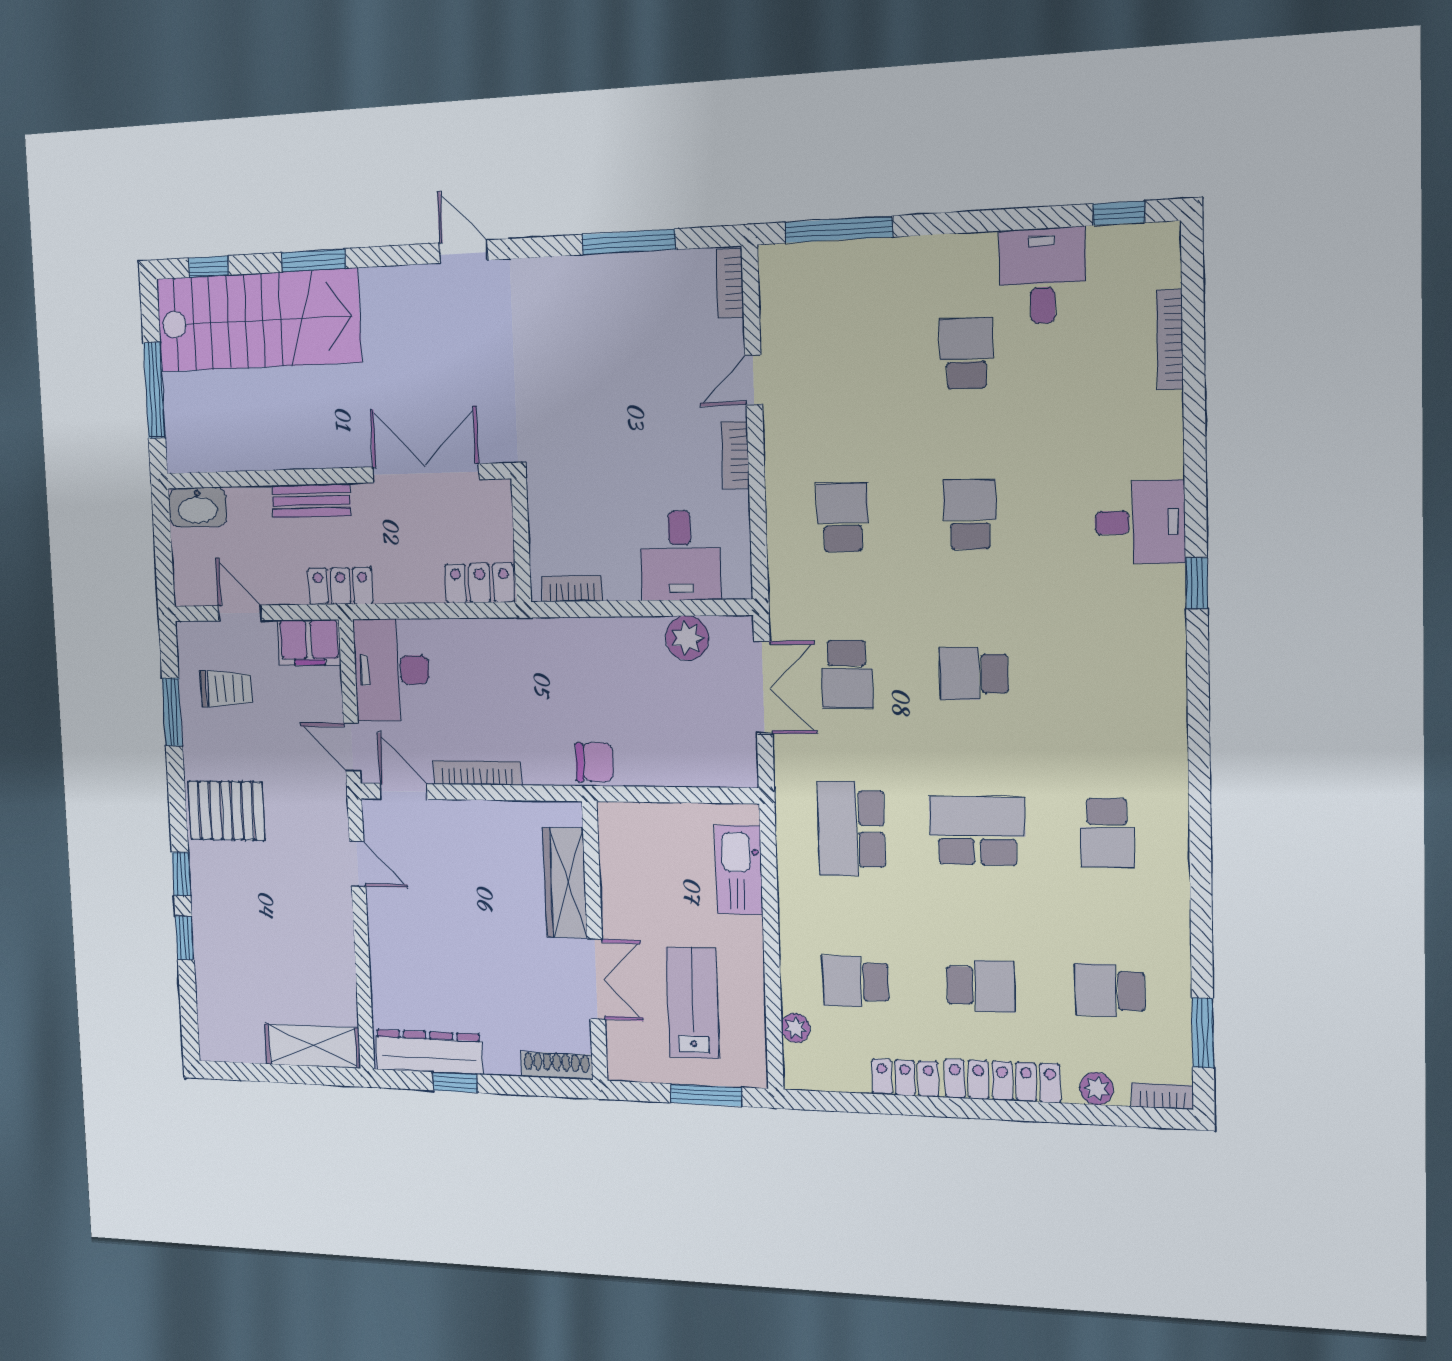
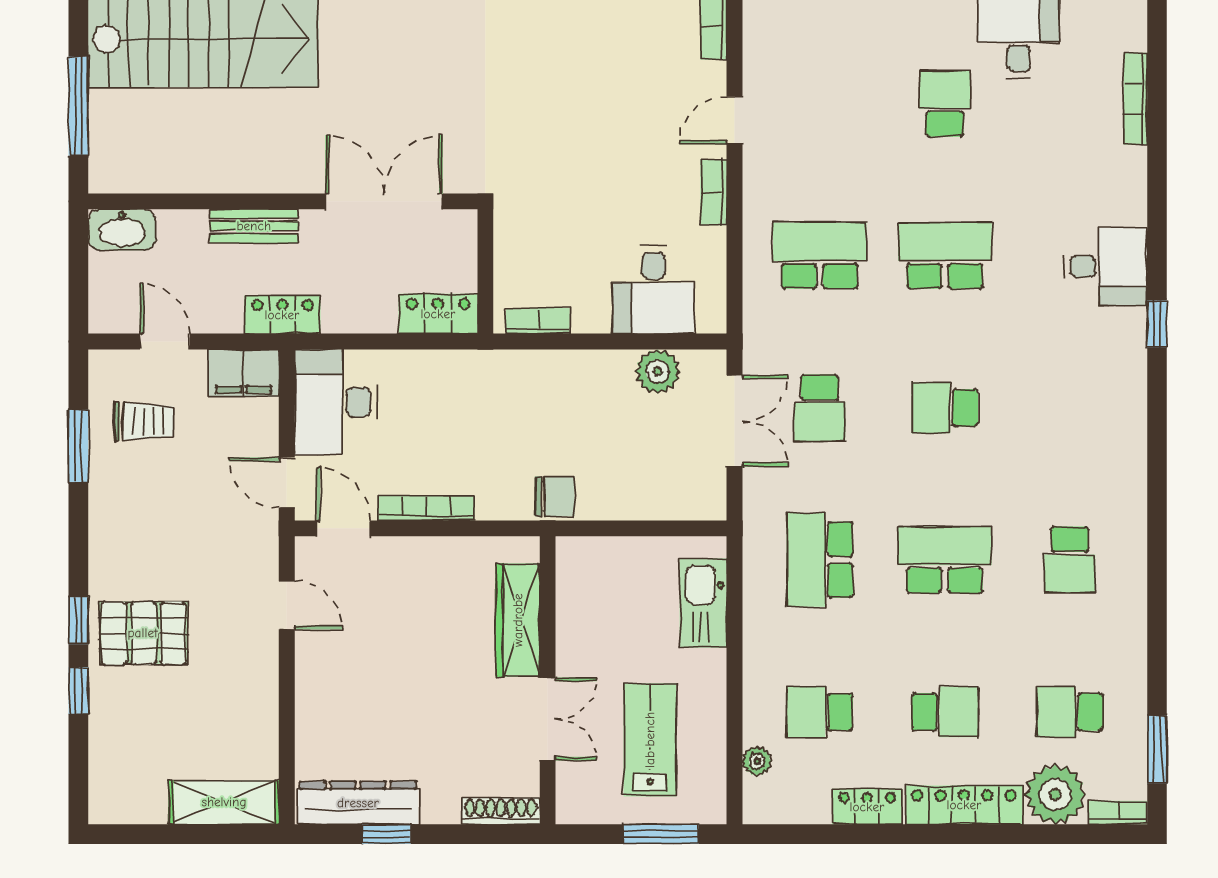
school desk: (970, 514) -> (945, 256), width x1.85
school desk: (843, 517) -> (820, 256), width x1.85
pallet: (226, 811) -> (143, 633), moved
plant: (1097, 1089) -> (1055, 794), width x1.88, depth x1.88

